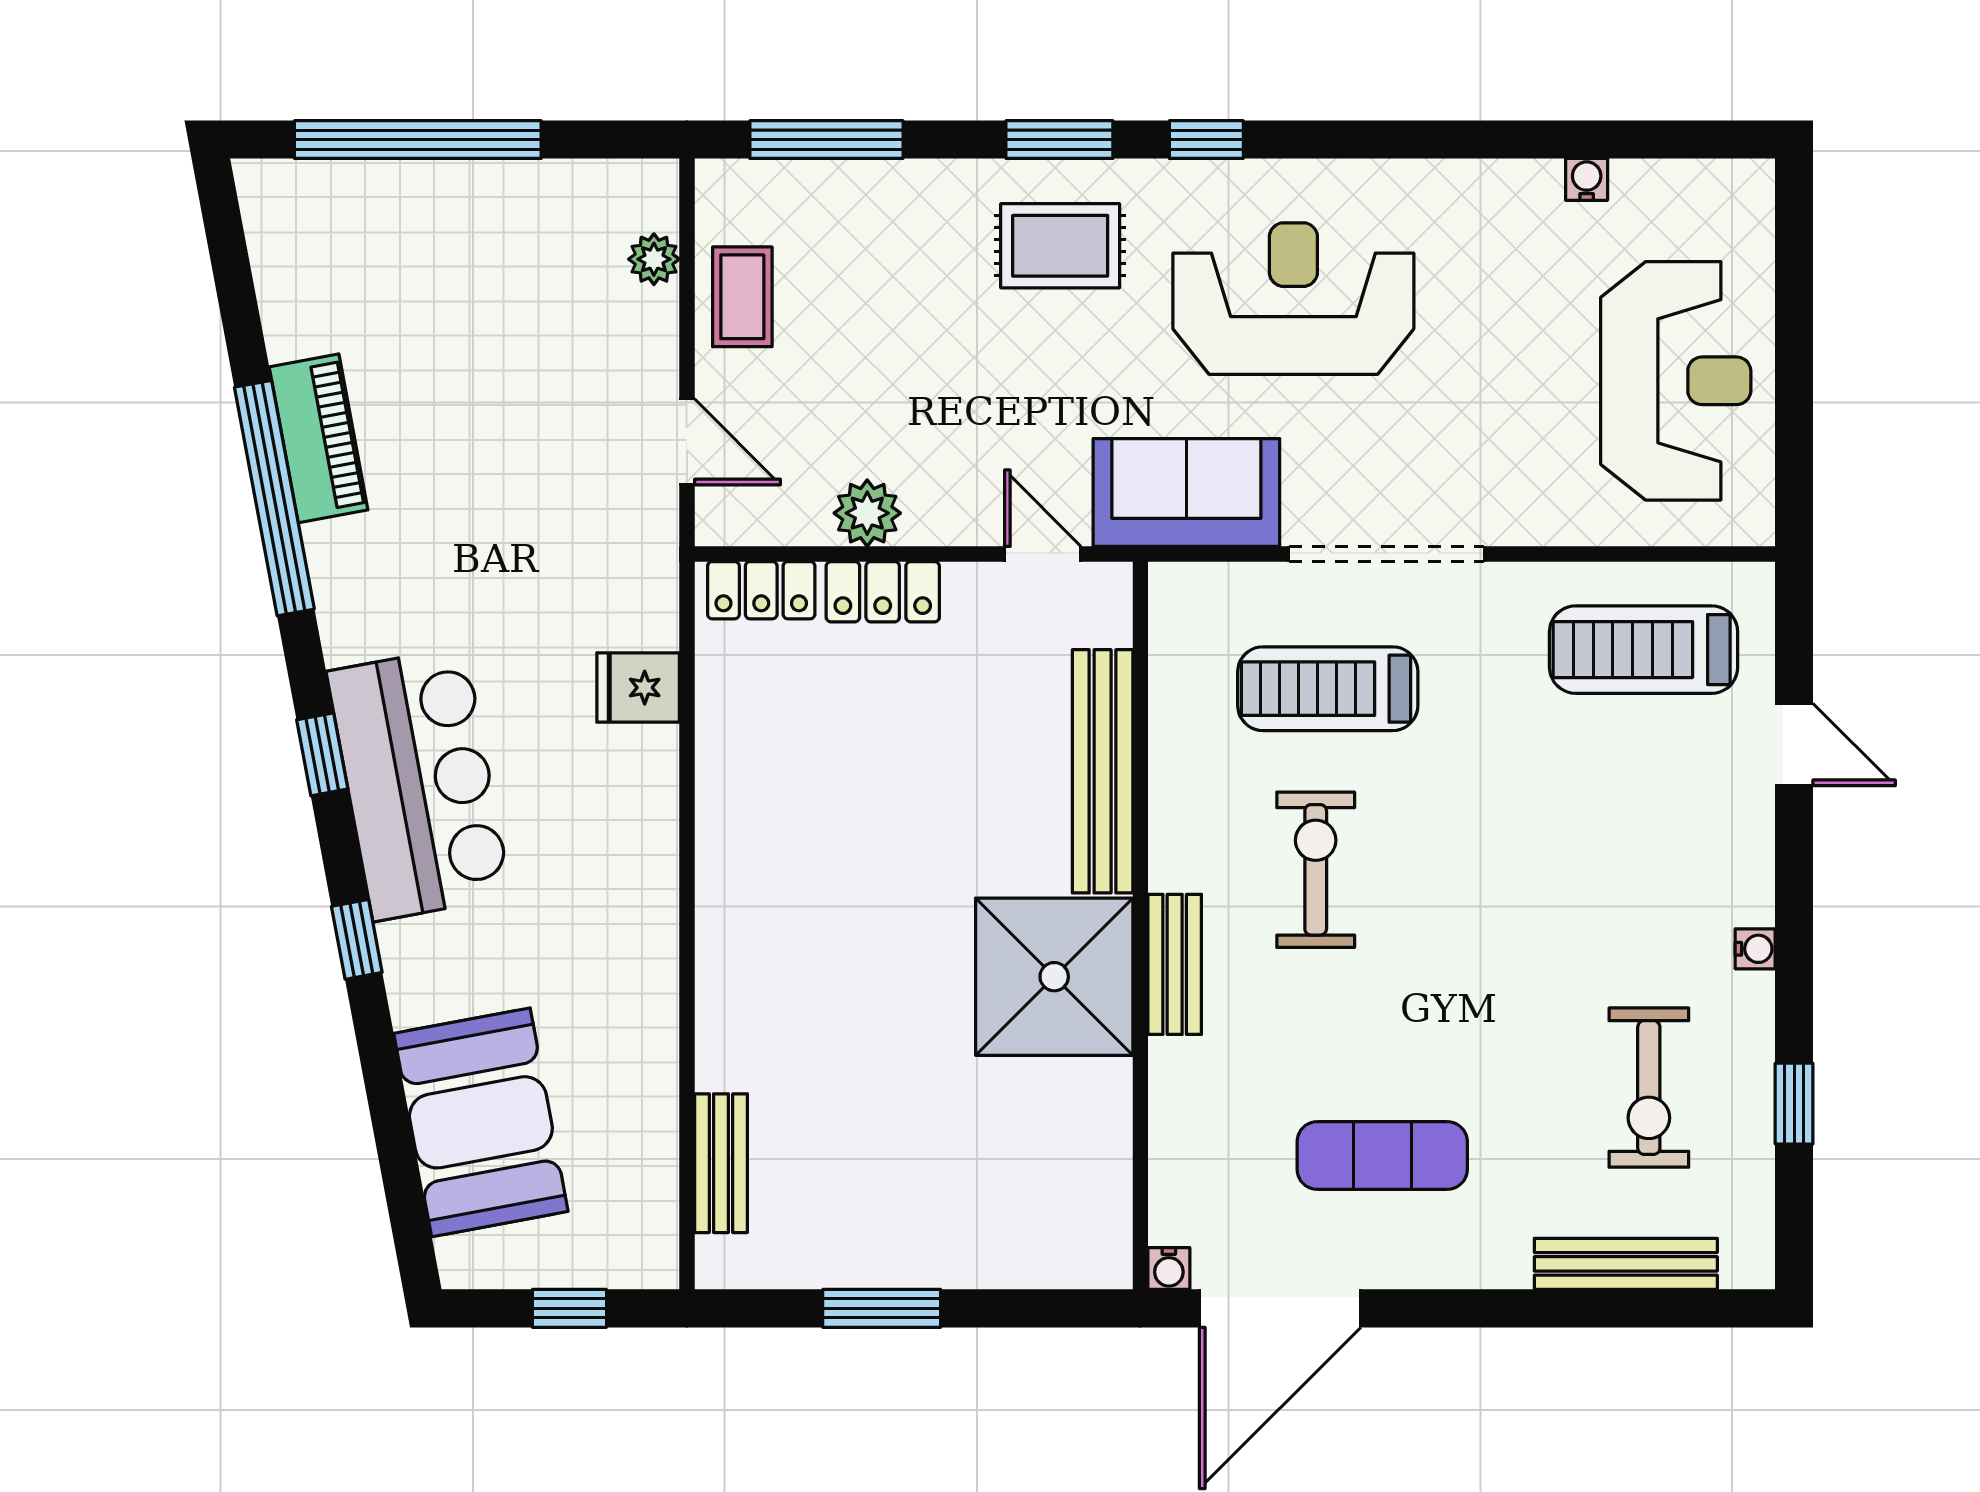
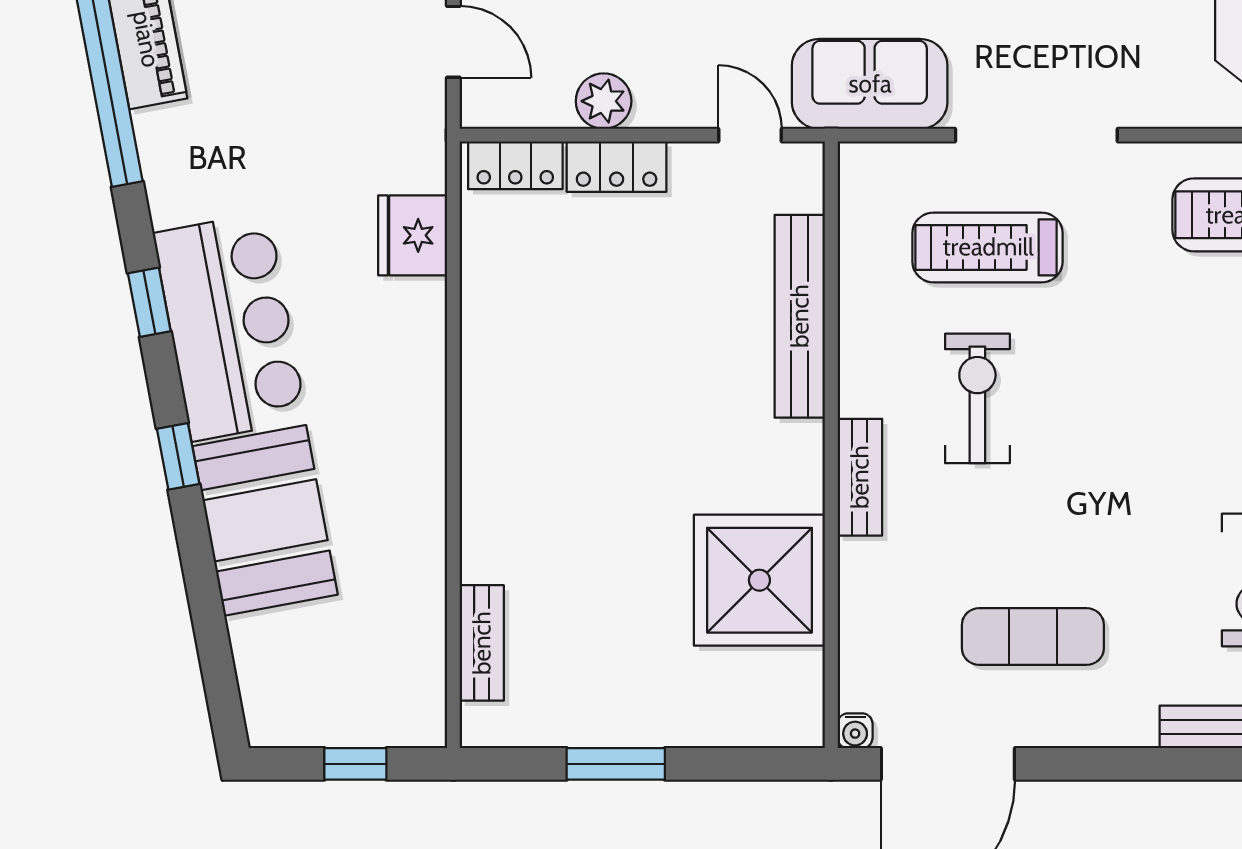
fridge: (638, 688) -> (413, 235), width x1.38
shower: (1054, 977) -> (759, 580), moved
booth: (481, 1122) -> (265, 520), moved

